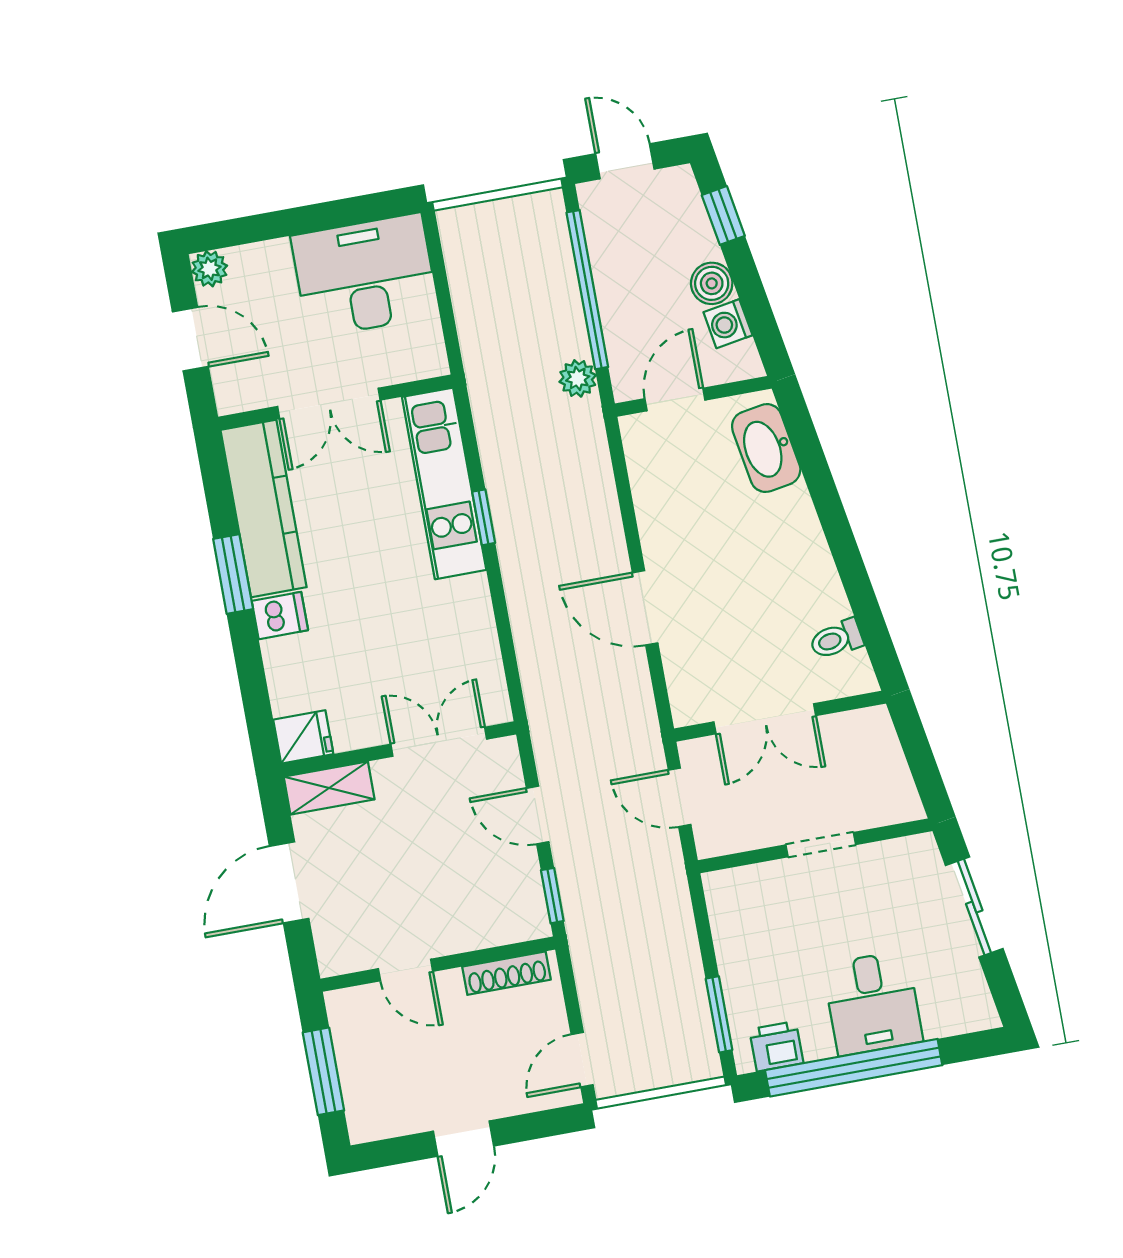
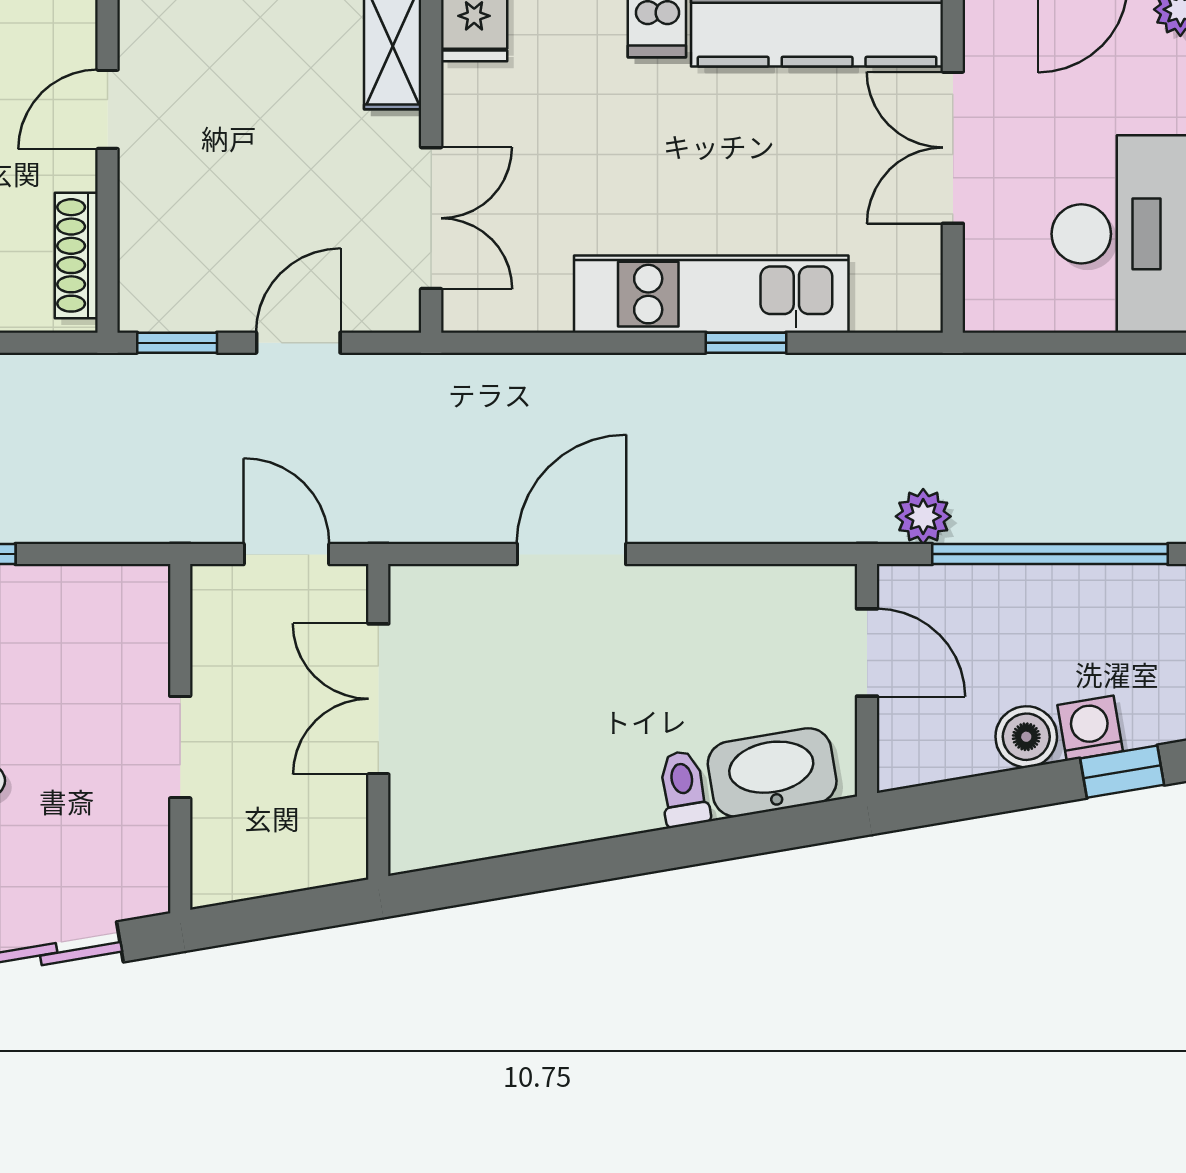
washing machine: (728, 324) -> (1090, 728), moved
kitchen unit: (444, 483) -> (711, 294), moved
toilet: (836, 639) -> (684, 789), moved
door: (680, 797) -> (286, 554), hinge flipped

